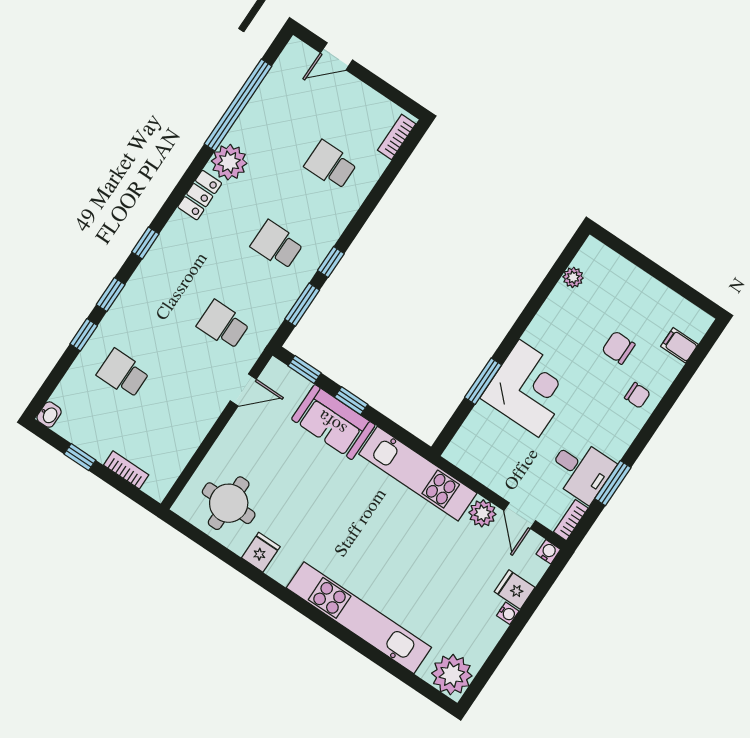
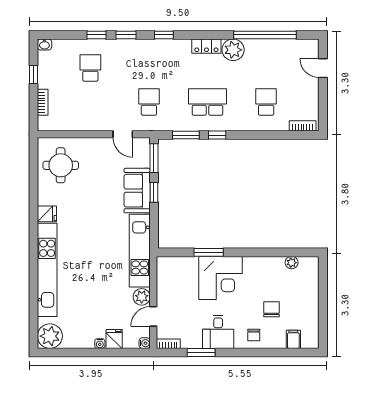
school desk: (277, 245) -> (207, 102), width x1.85
window: (305, 369) -> (154, 158), width x1.50
desk: (581, 470) -> (218, 332), moved
fridge: (261, 552) -> (47, 214), moved

